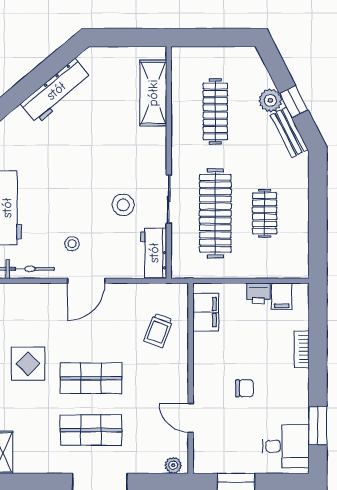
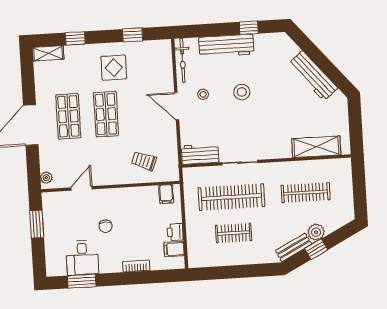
stool: (123, 205) -> (242, 92), moved
filing cabinet: (206, 312) -> (166, 194), width x0.50
desk: (286, 446) -> (82, 258), moved

